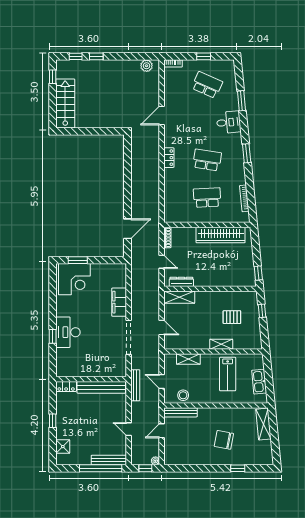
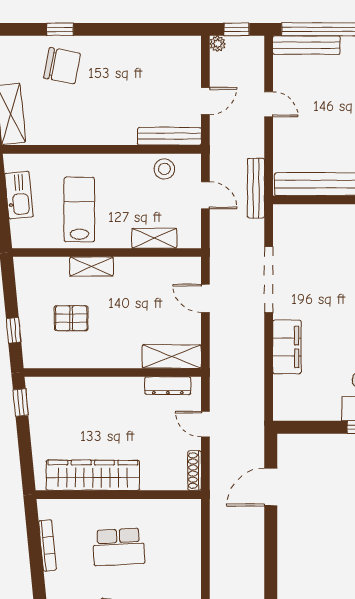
chair: (224, 440) -> (62, 66), moved

